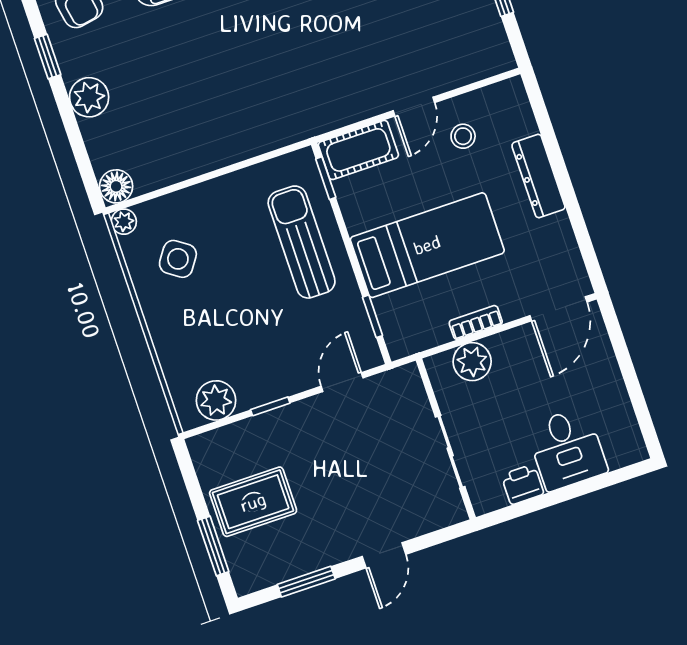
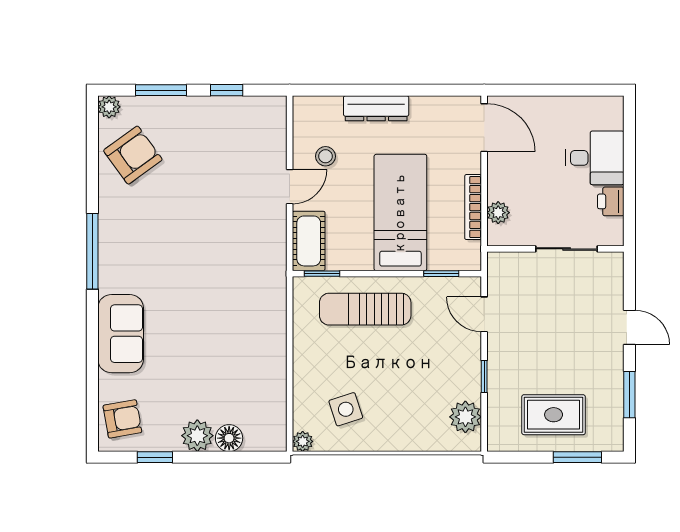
door: (414, 107) -> (290, 187), hinge flipped
floor lamp: (116, 186) -> (229, 438), moved
side table: (178, 259) -> (346, 409), turned 37
bookcase: (476, 322) -> (473, 207), width x1.56
plant: (472, 362) -> (498, 213), width x0.73, depth x0.73
rug: (253, 502) -> (554, 415), turned 90

